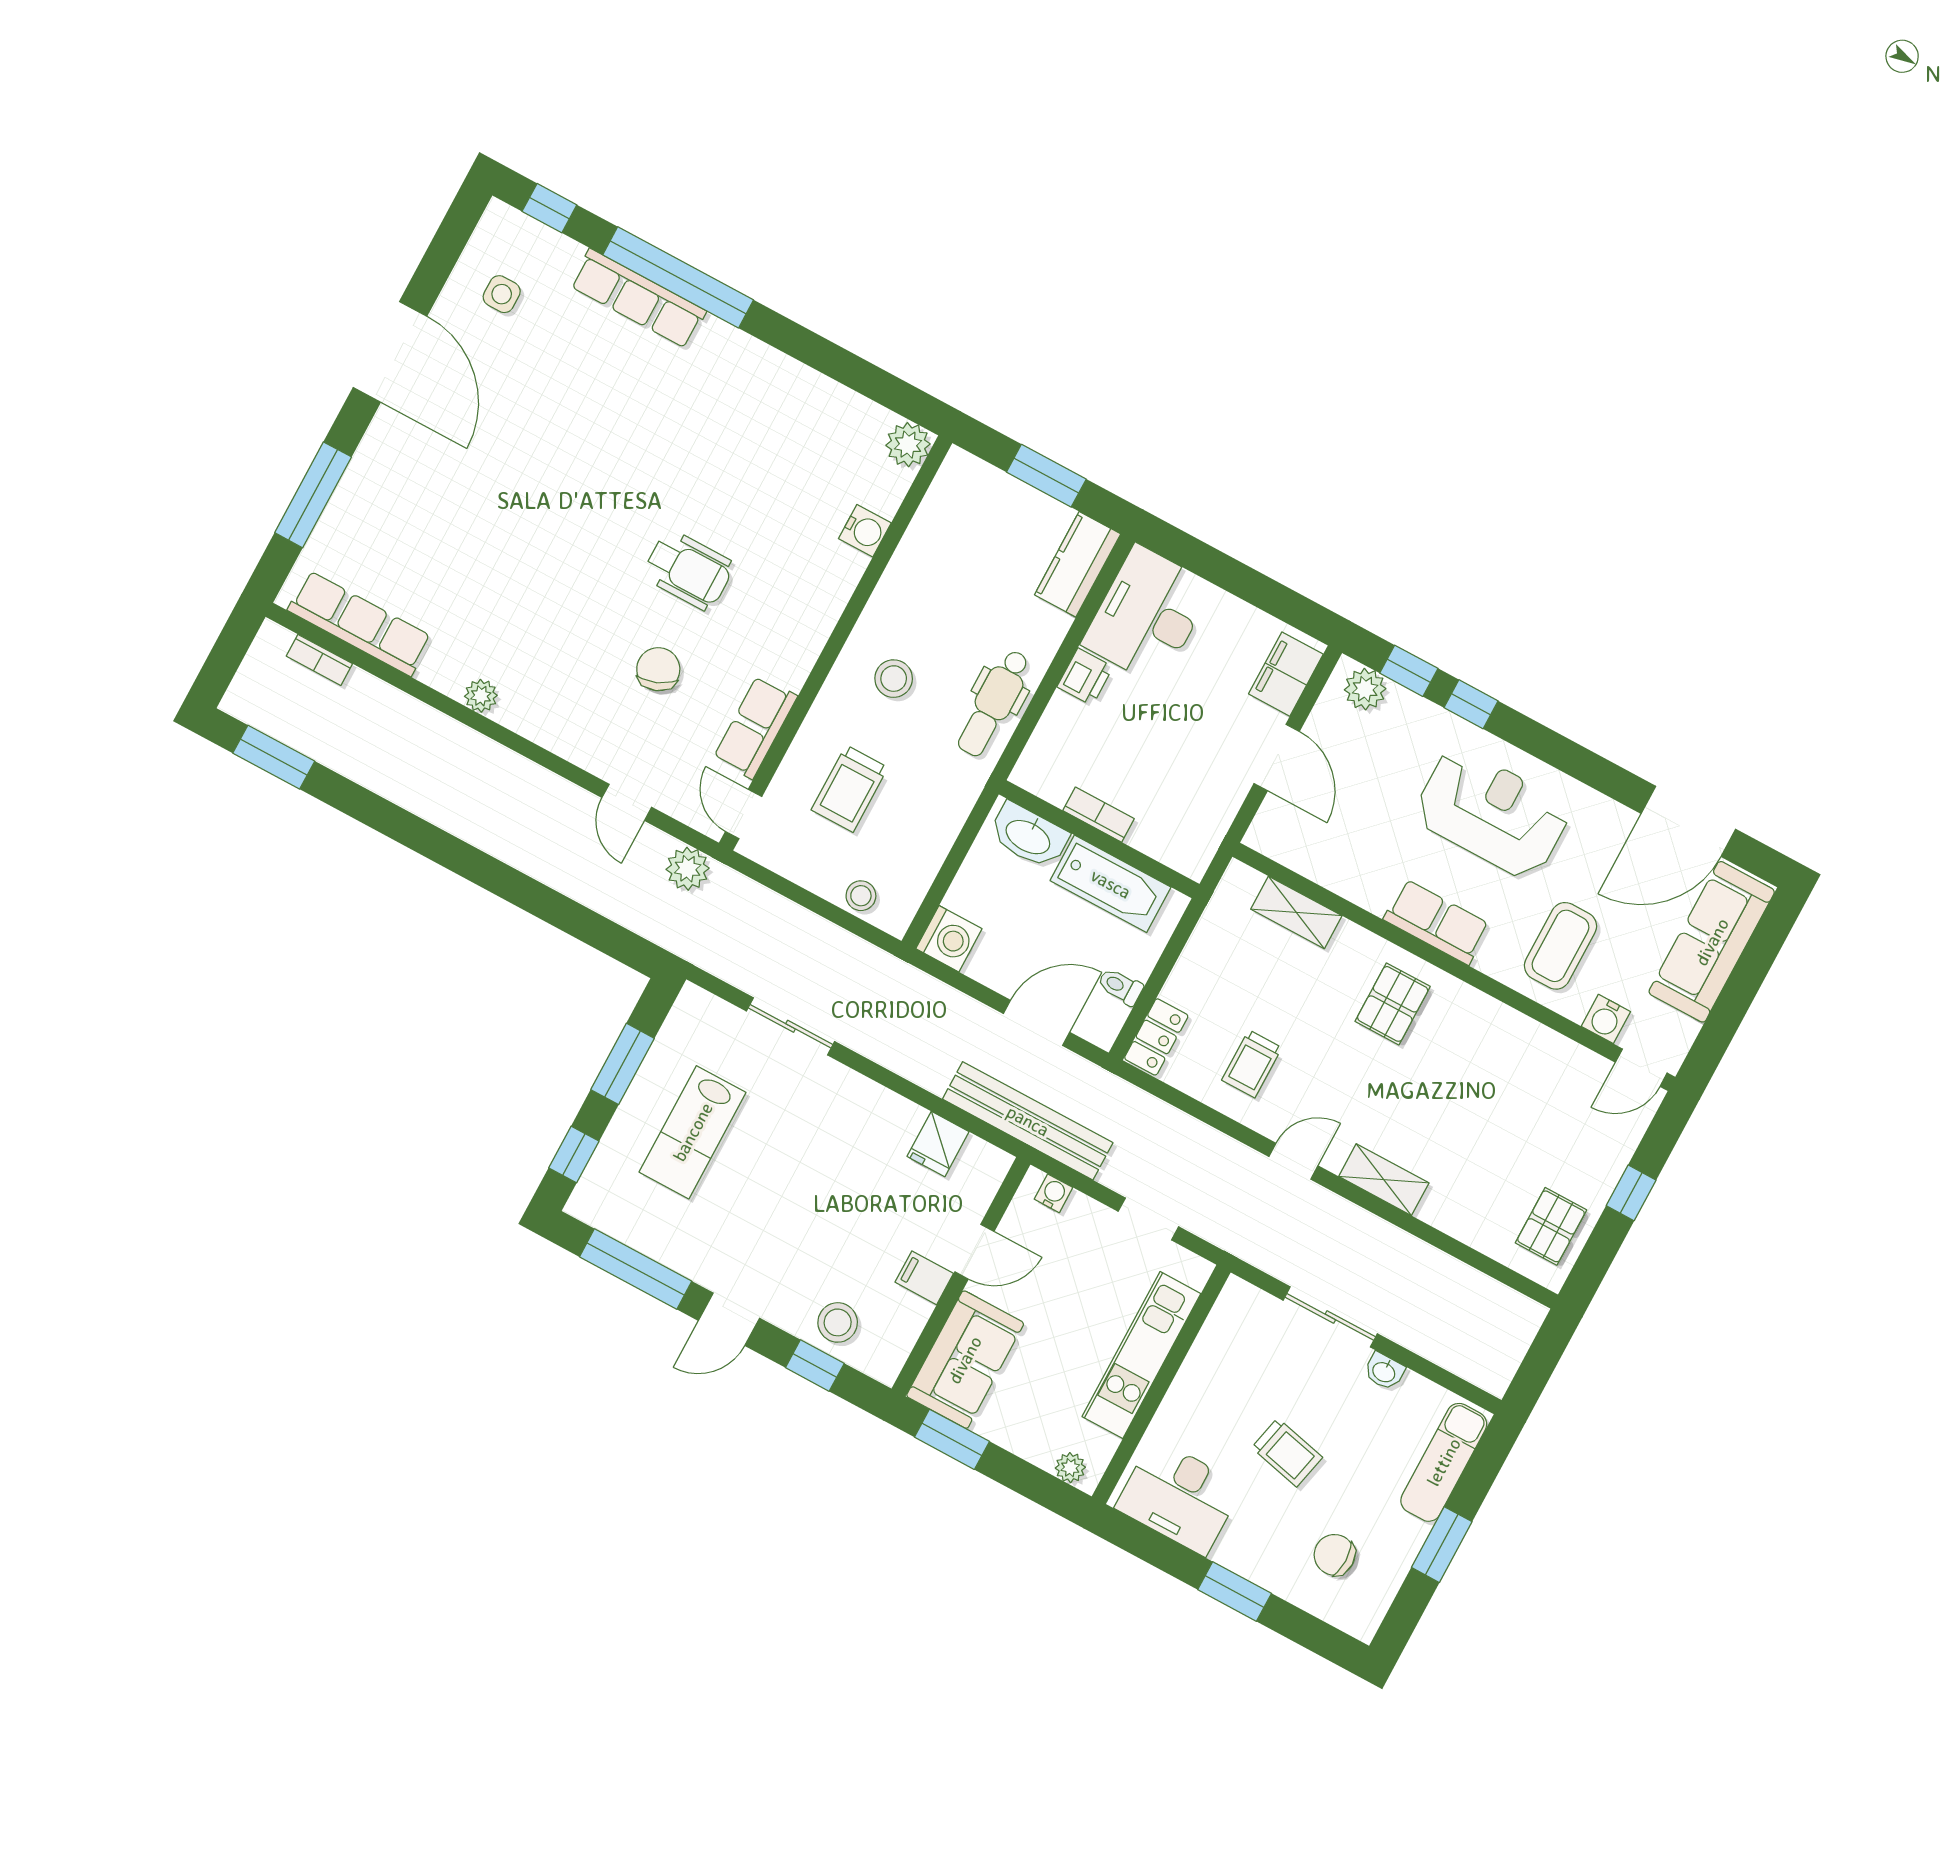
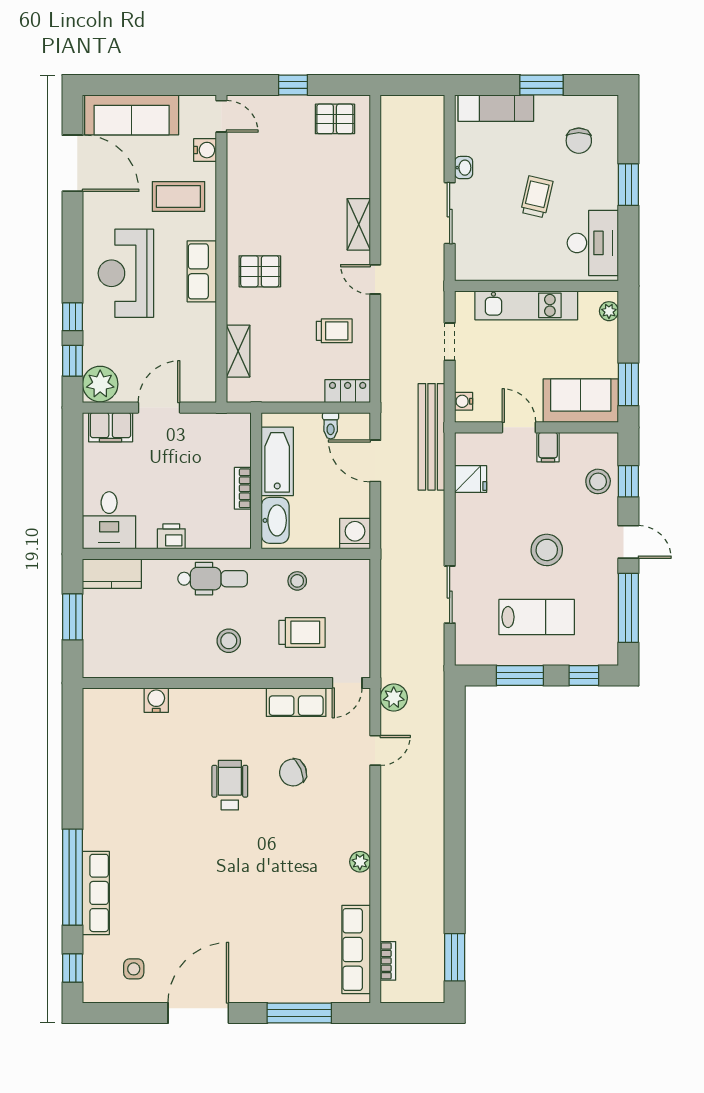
plant: (908, 445) -> (96, 702), removed
desk: (1148, 615) -> (109, 520), width x0.73
plant: (1365, 689) -> (100, 384), width x1.36, depth x1.36
stool: (861, 896) -> (297, 581), moved
stool: (780, 1198) -> (547, 550), added

